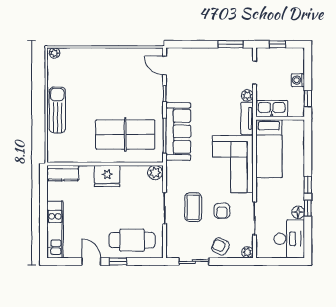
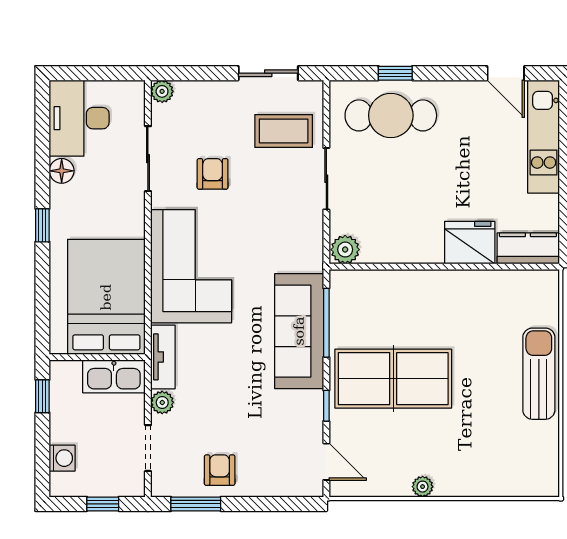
plant: (54, 53) -> (423, 487), moved
washing machine: (298, 80) -> (62, 458), moved
sun lounger: (57, 110) -> (539, 374), turned 180
table tennis table: (125, 134) -> (393, 379), moved
bed: (269, 149) -> (106, 297), width x1.50
fridge: (107, 176) -> (470, 243), moved
coffee table: (193, 207) -> (284, 131), moved, turned 90
window: (308, 208) -> (42, 179), removed
armchair: (220, 246) -> (220, 470), moved, turned -117
door: (91, 261) -> (506, 73), moved
window: (118, 261) -> (395, 73), moved

